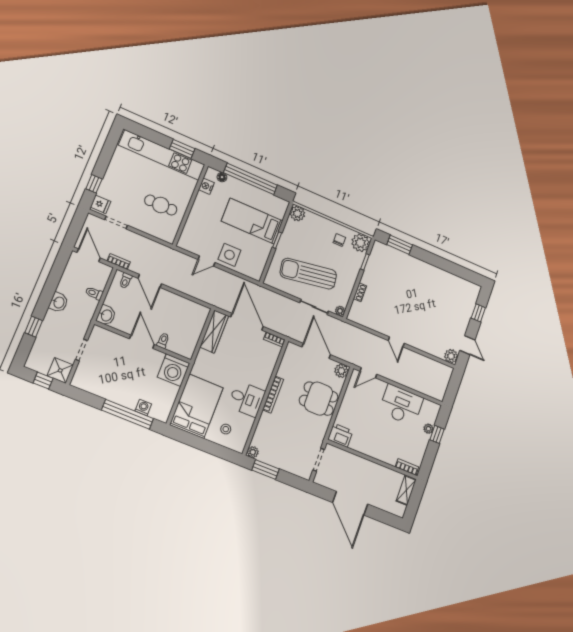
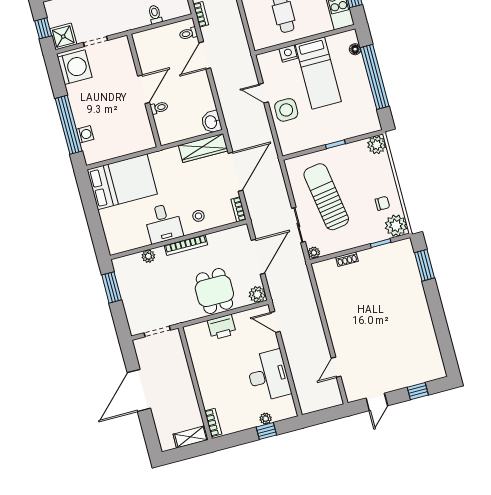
nightstand: (206, 186) -> (288, 54), moved
bed: (252, 221) -> (318, 73), moved, turned 180
washbasin: (106, 315) -> (211, 122), moved, turned 90
door: (396, 342) -> (336, 367), moved
plant: (451, 356) -> (353, 393), removed
washing machine: (174, 370) -> (75, 67), moved, turned 180
stool: (226, 429) -> (198, 216), moved
printer: (340, 435) -> (222, 327), moved, turned 90
plant: (253, 452) -> (148, 256), moved

